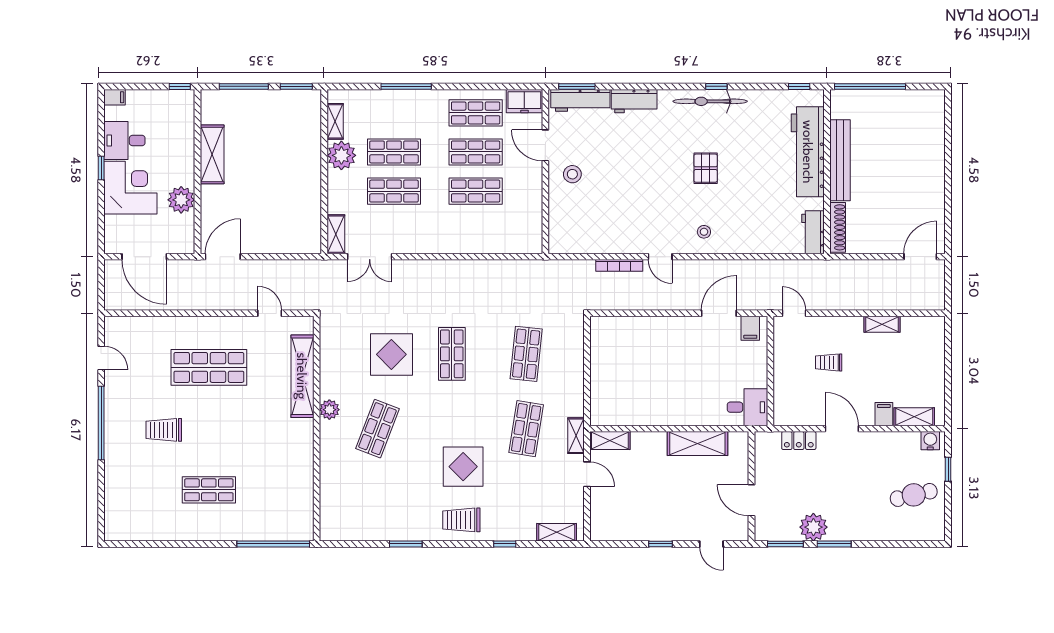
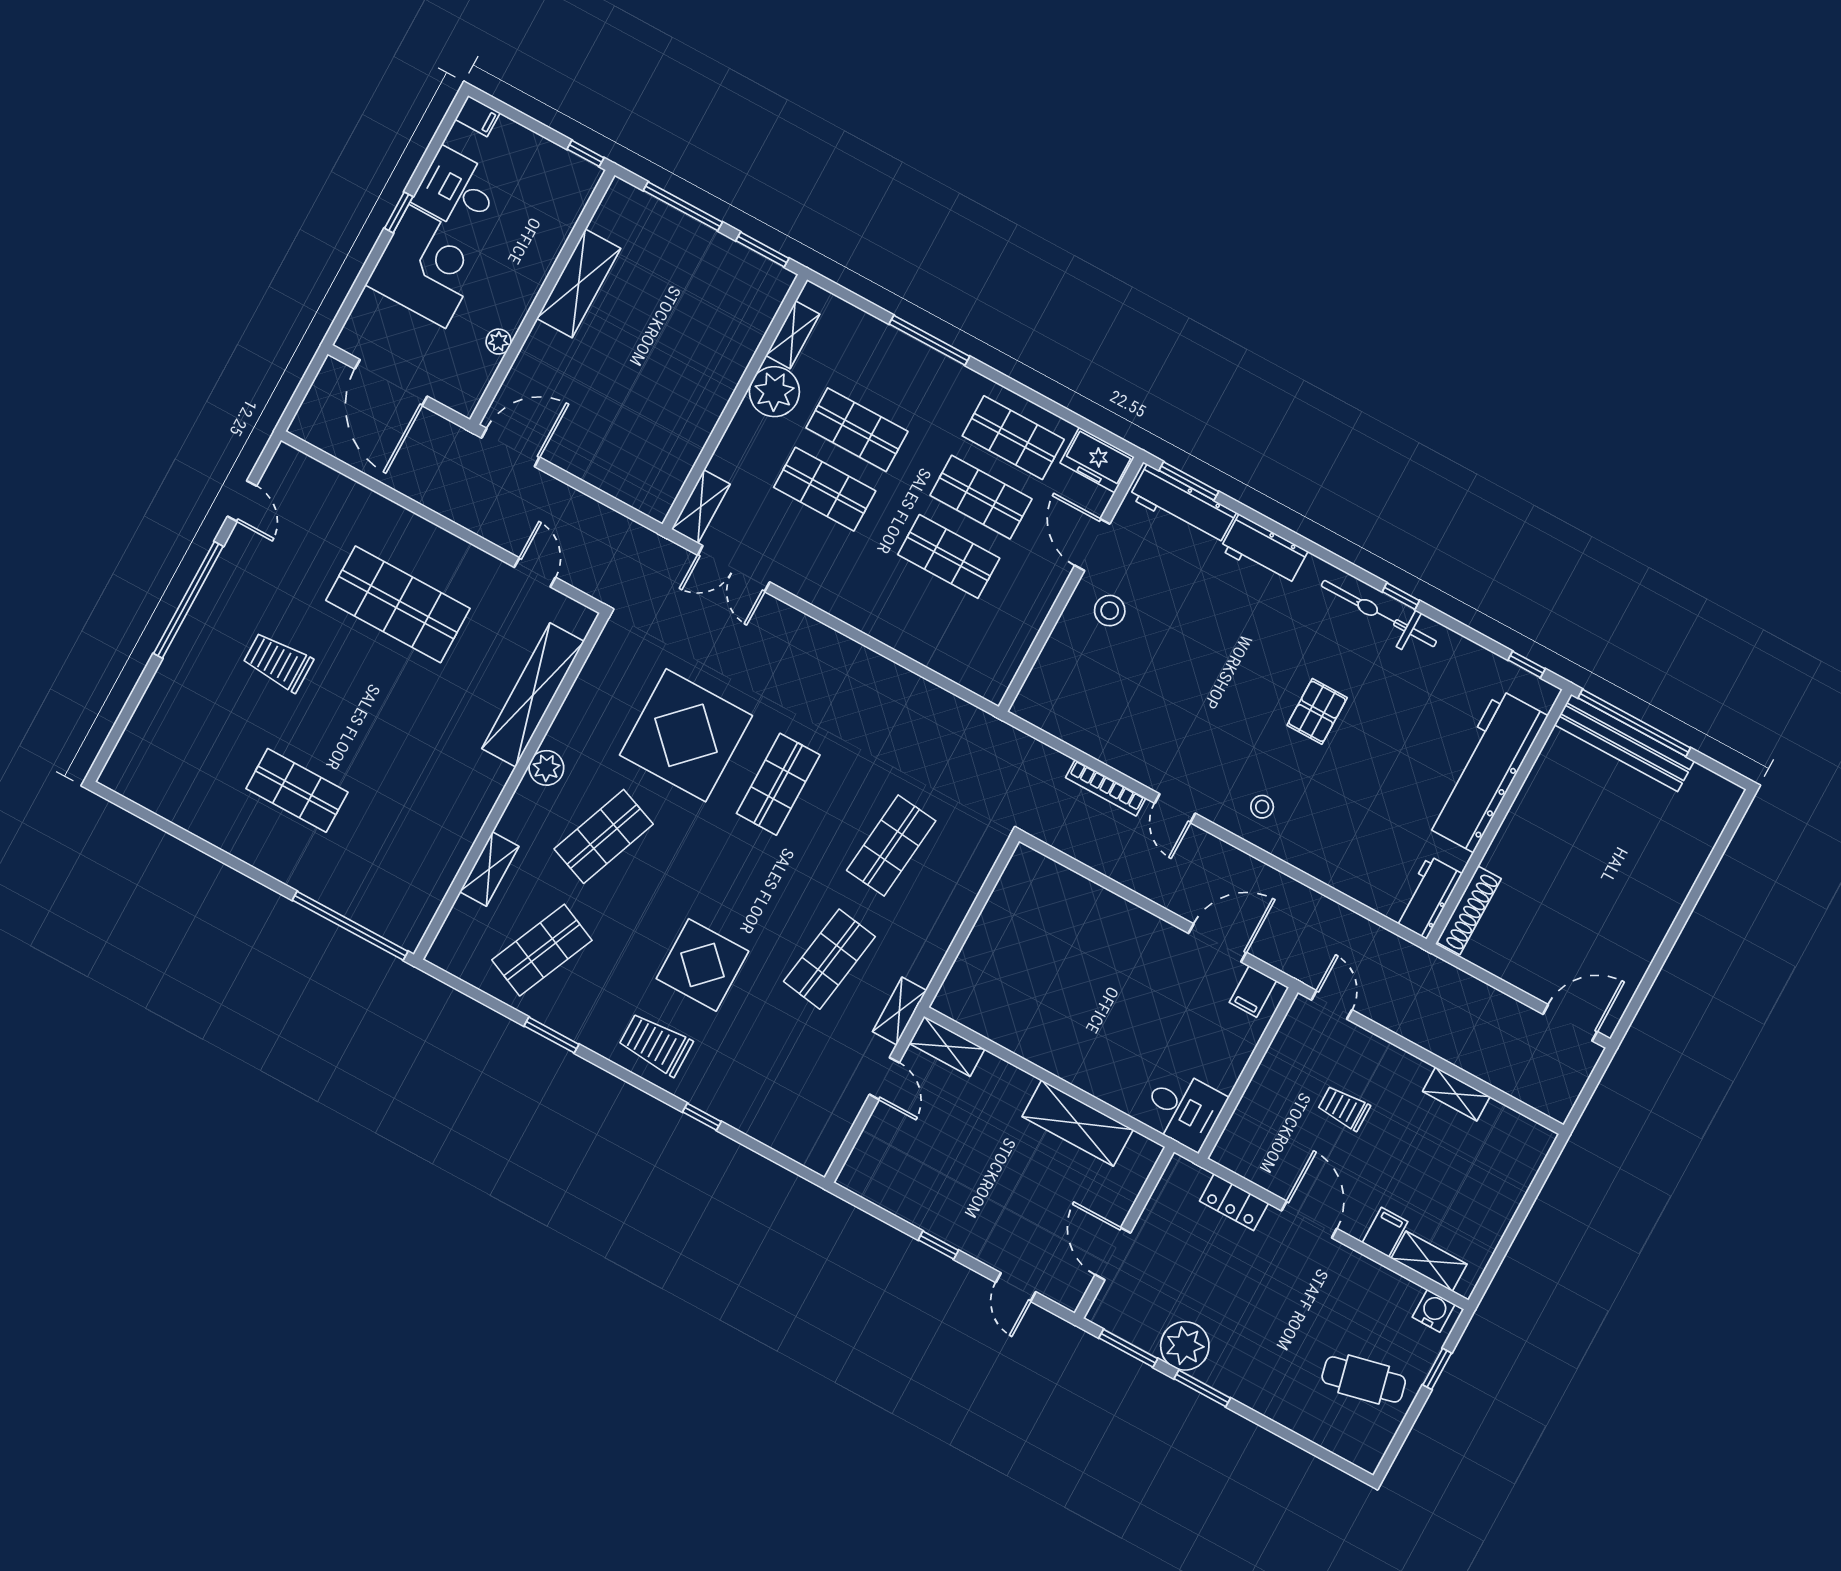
bench: (840, 160) -> (1624, 743), moved, turned 90
plant: (181, 200) -> (499, 342), width x0.53, depth x0.53
display table: (391, 354) -> (686, 735), width x1.36, depth x1.36
shop shelf: (377, 503) -> (542, 950), added
shelving: (557, 532) -> (489, 869), moved, turned 90

